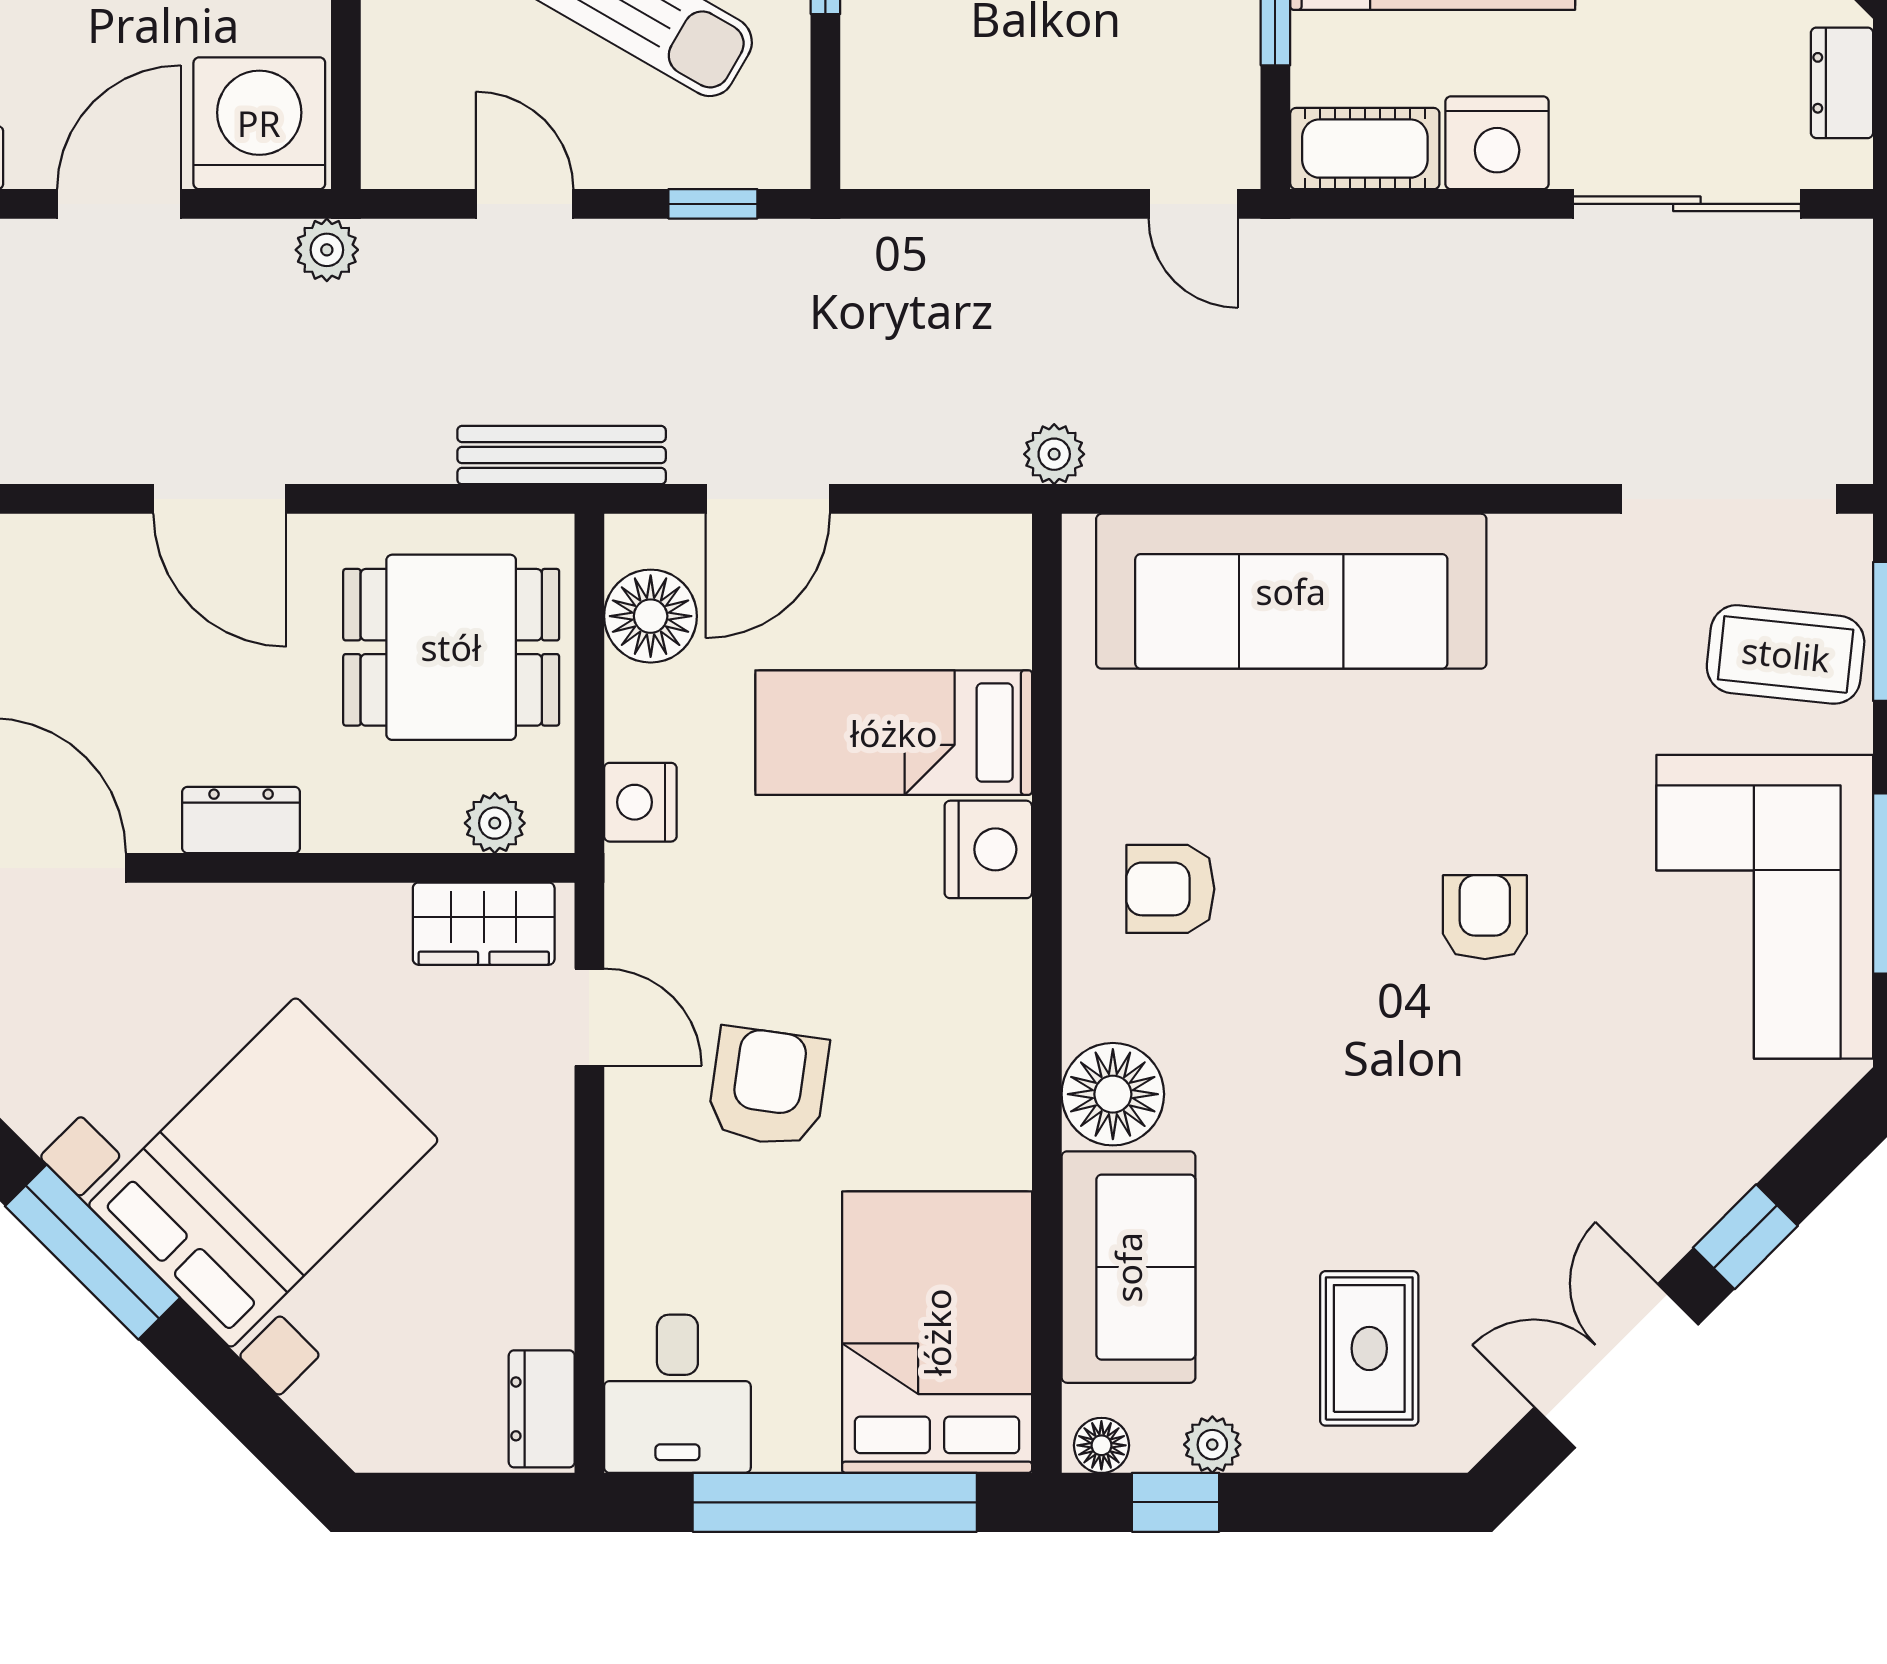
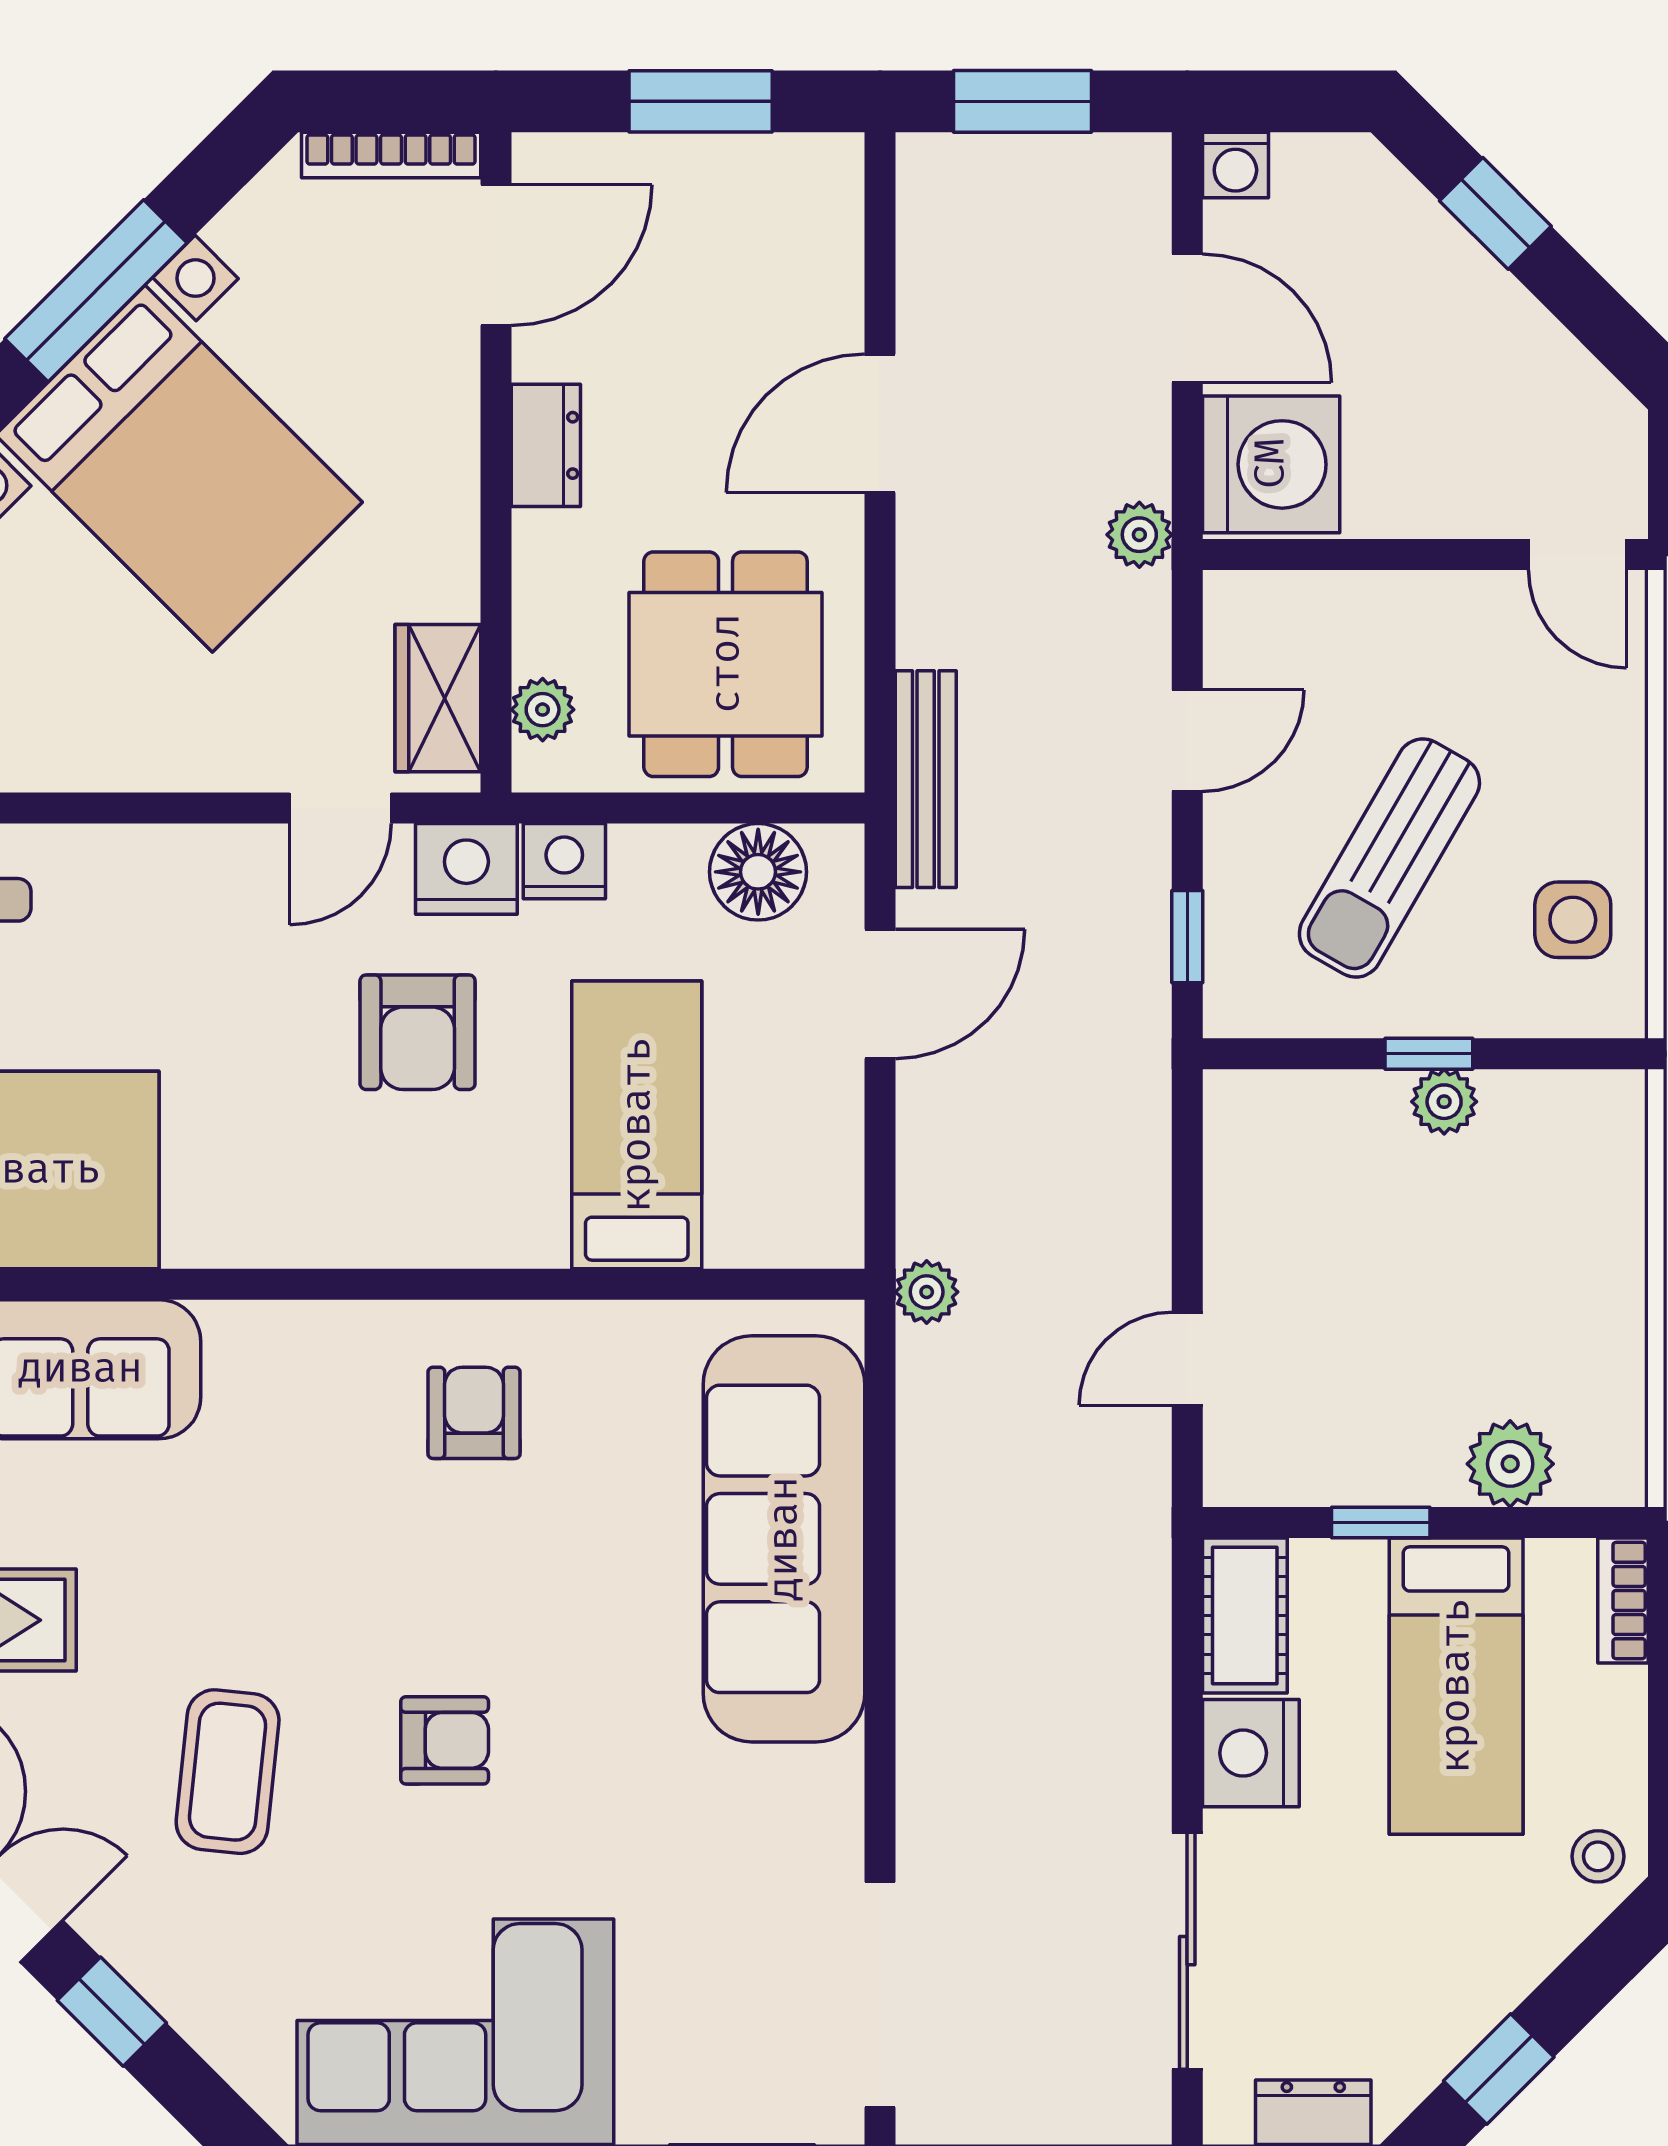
door: (1193, 204) -> (1187, 1359), moved
door: (768, 499) -> (880, 994), swing flipped
coffee table: (1786, 654) -> (228, 1772), moved
nightstand: (988, 849) -> (466, 869), moved, turned 180
armchair: (768, 1087) -> (418, 1032), moved, turned 82
floor lamp: (1113, 1094) -> (260, 1353), removed

